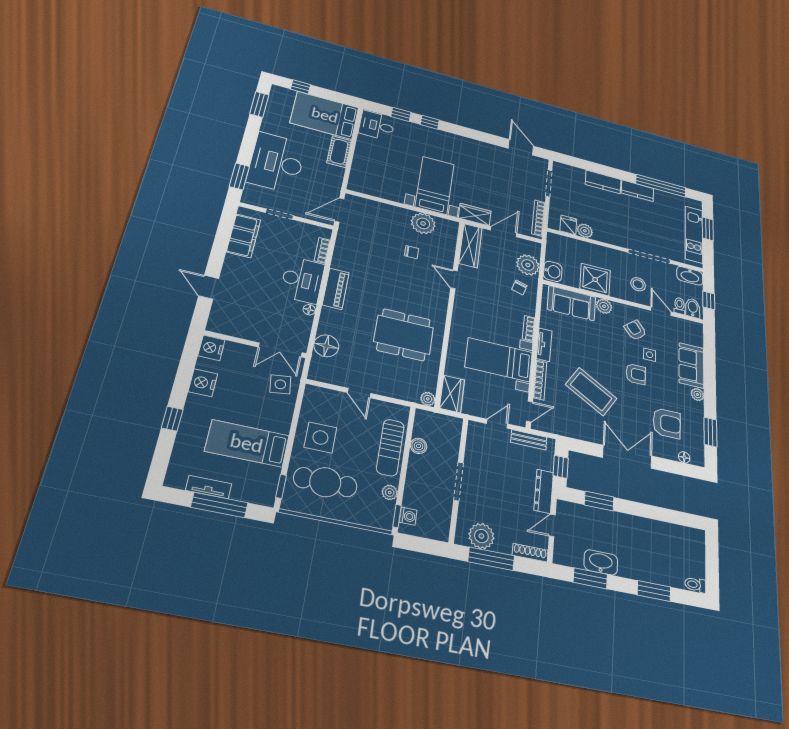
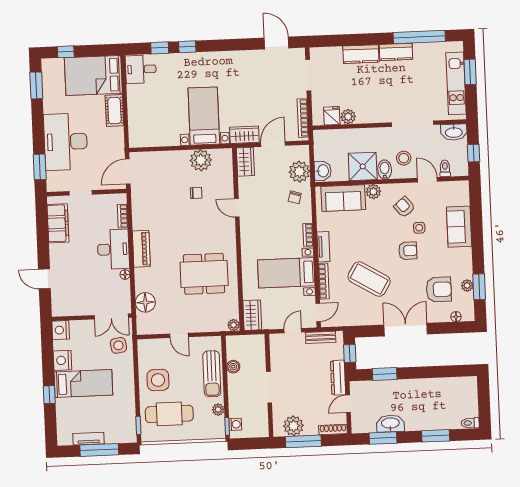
wardrobe: (471, 246) -> (245, 162), width x0.67
bidet: (693, 308) -> (385, 170), moved
plant: (697, 394) -> (467, 286), moved
bed: (247, 443) -> (83, 383), moved, turned 180

